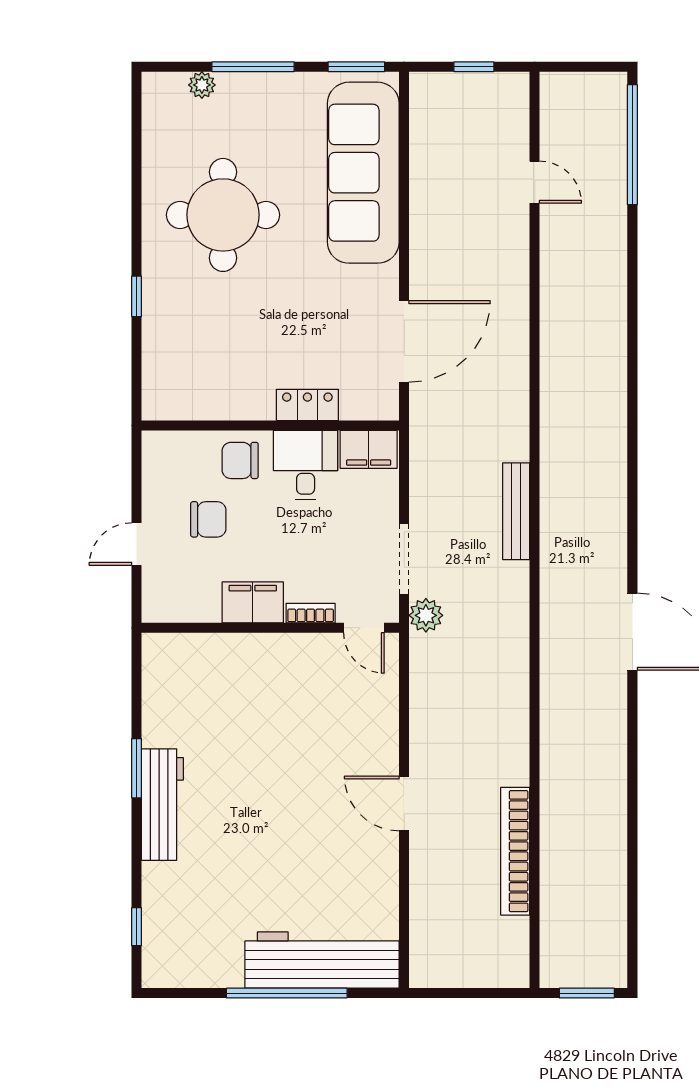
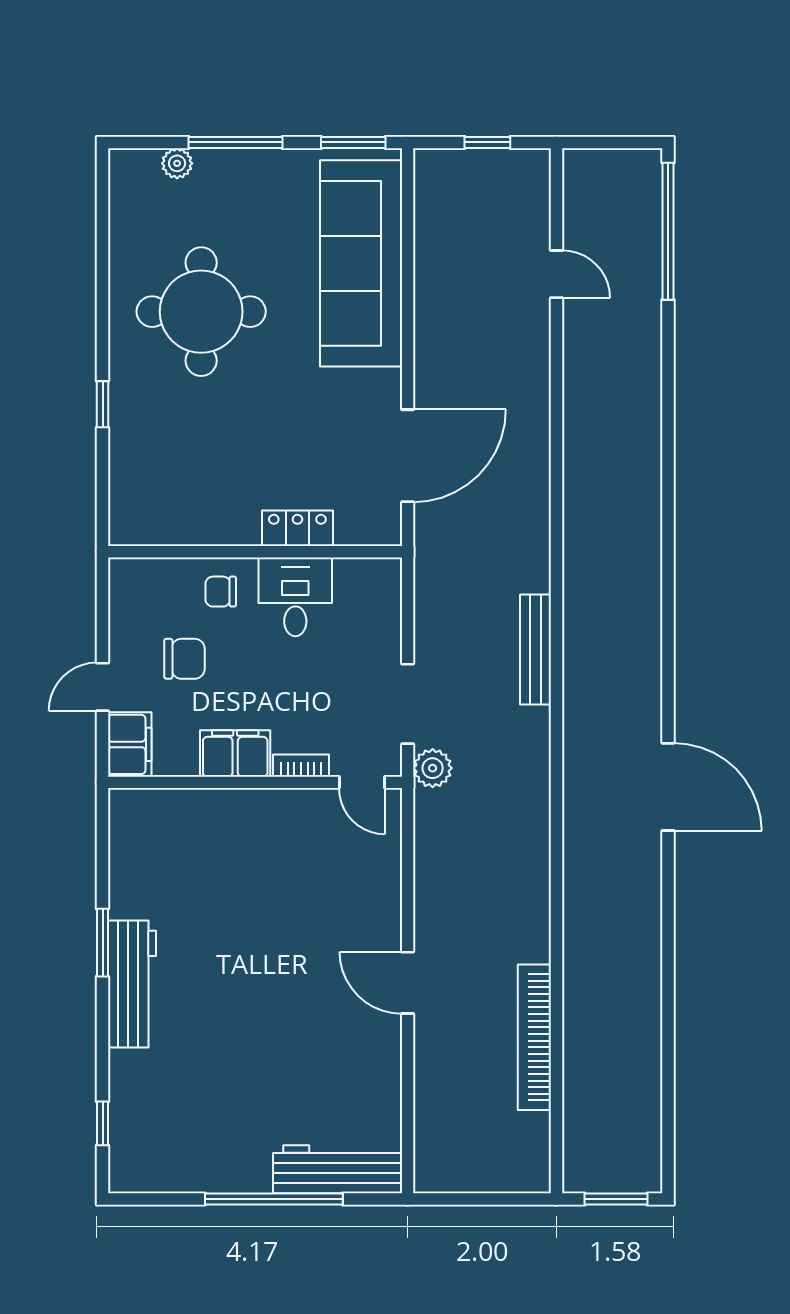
filing cabinet: (369, 449) -> (130, 744), moved, turned -90
chair: (240, 460) -> (221, 592), width x0.73, depth x0.73
workbench: (322, 960) -> (338, 1169), width x0.73, depth x0.76

